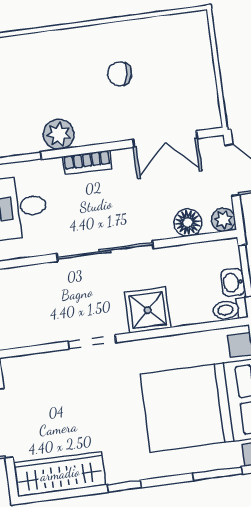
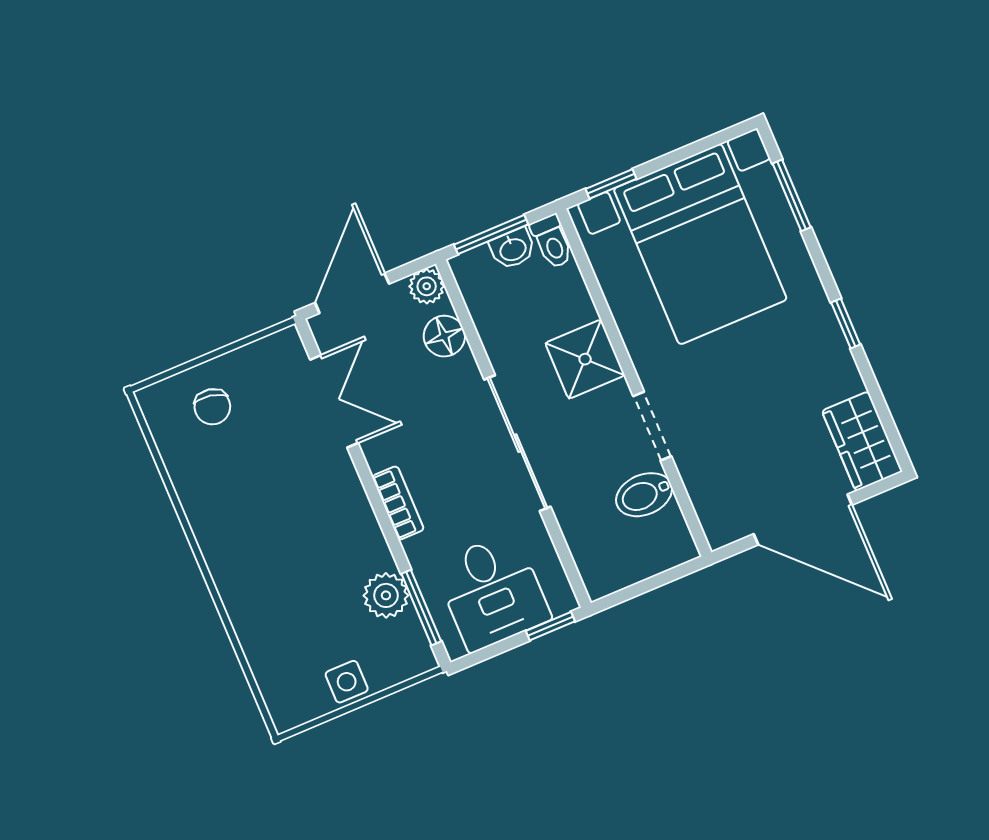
chair: (120, 74) -> (212, 407), moved
plant: (59, 134) -> (386, 595), moved
bidet: (49, 324) -> (644, 495), added
wardrobe: (60, 474) -> (862, 441), width x0.67

